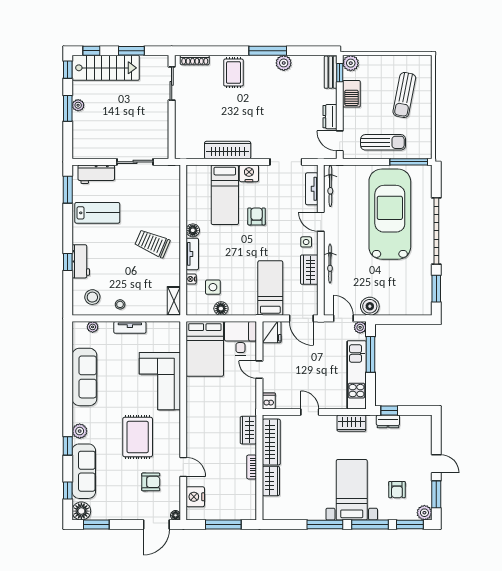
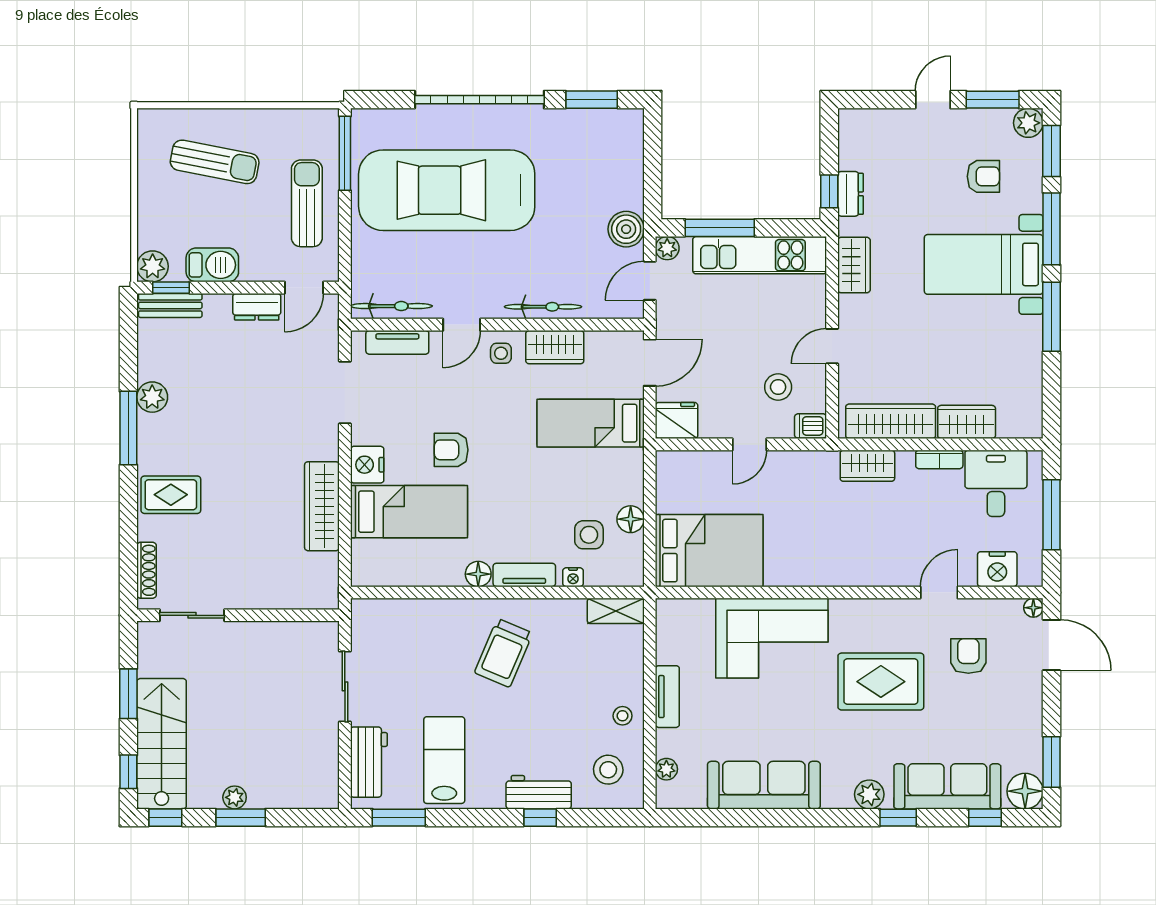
desk: (240, 338) -> (996, 483), moved, turned 90
stool: (289, 384) -> (778, 387), added

